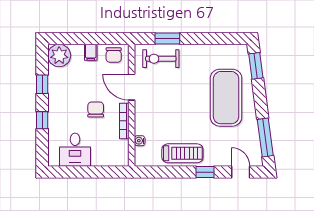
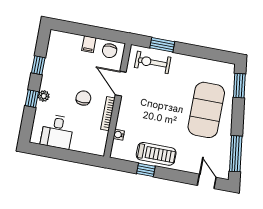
plant: (59, 55) -> (44, 96), moved, width x0.53, depth x0.53
window: (205, 172) -> (146, 170), moved

